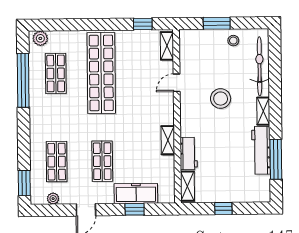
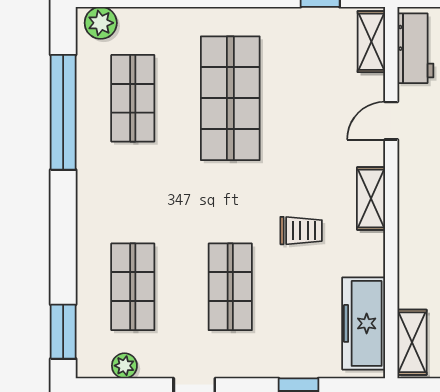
shop shelf: (101, 73) -> (230, 98), width x0.71
trolley: (135, 134) -> (301, 231), added
shelving: (168, 140) -> (371, 198), moved
workbench: (189, 154) -> (415, 48), moved
freezer: (136, 194) -> (364, 323), moved, turned -90

